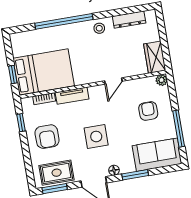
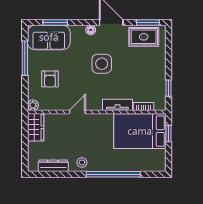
armchair: (47, 137) -> (147, 71), removed
window: (135, 175) -> (55, 22), moved

